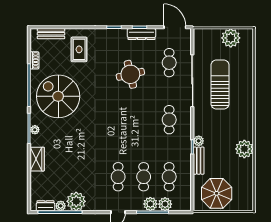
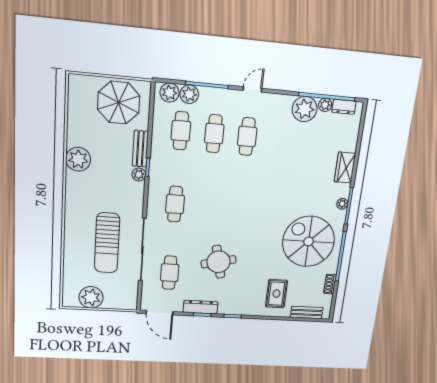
spiral stairs: (58, 96) -> (309, 241), turned 180
plant: (150, 204) -> (170, 93), moved

